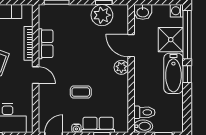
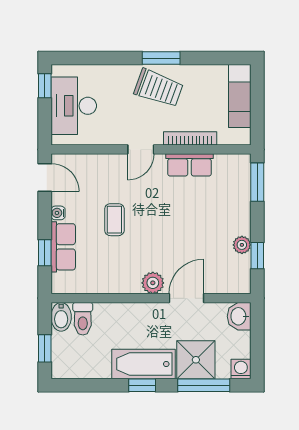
plant: (102, 15) -> (242, 245), width x0.53, depth x0.53
window: (187, 35) -> (204, 385), width x0.68

